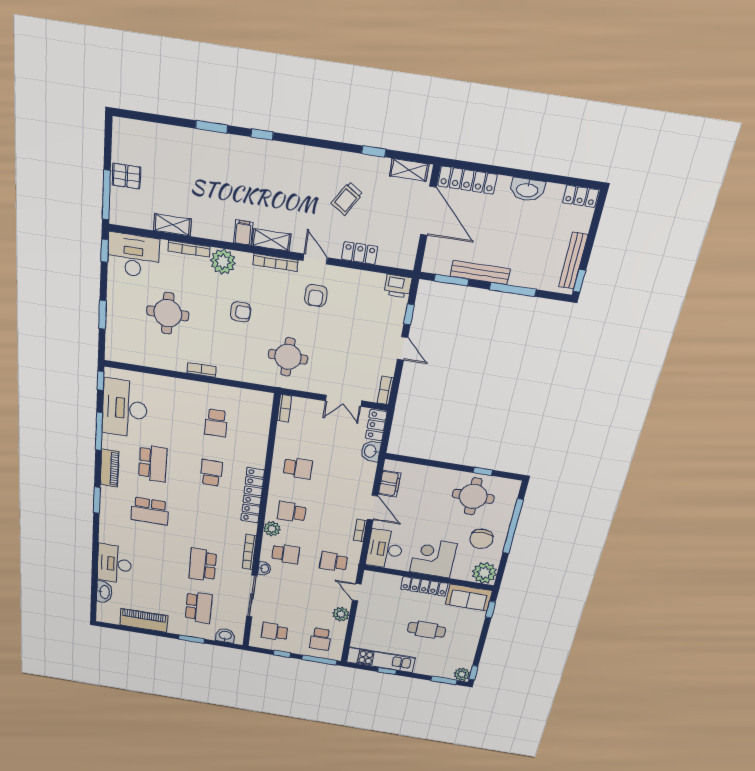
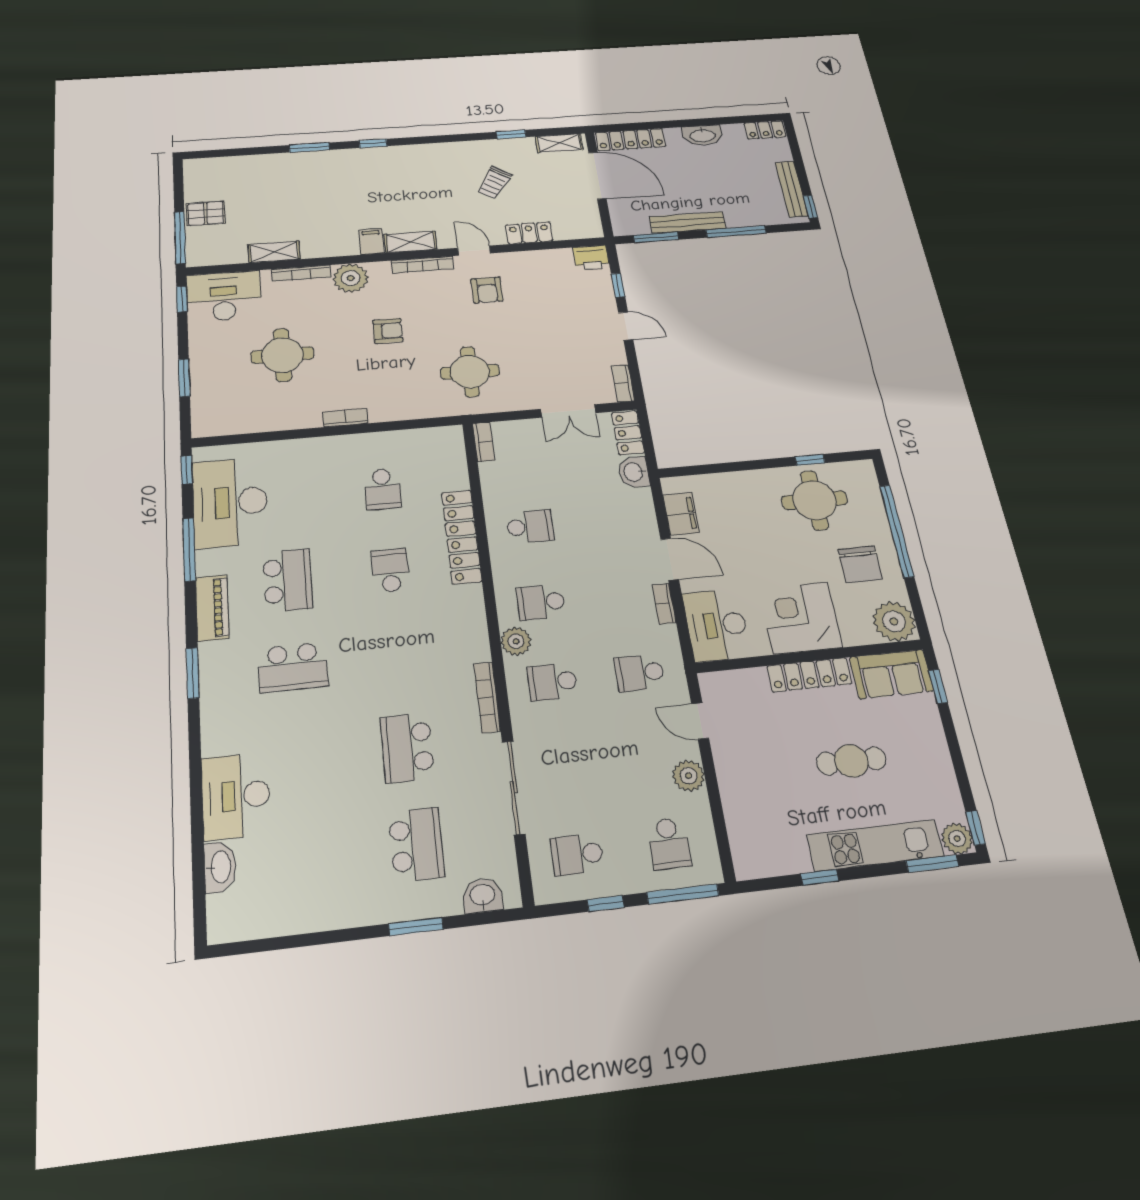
locker: (253, 495) -> (462, 537), moved
school desk: (286, 554) -> (552, 682), turned 180
washbasin: (264, 568) -> (522, 722), removed
piano: (144, 620) -> (309, 911), removed
kitchen unit: (381, 660) -> (875, 845), moved

